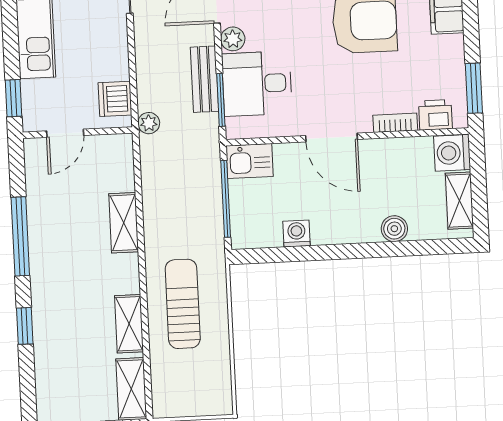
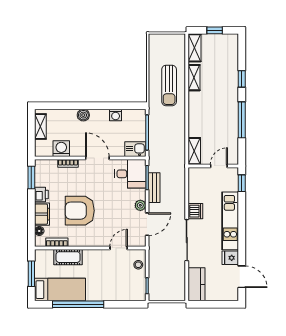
desk: (257, 84) -> (130, 174), moved
dishwasher: (115, 99) -> (195, 211), moved
printer: (435, 115) -> (41, 194), moved, turned -90
plant: (149, 123) -> (181, 169), removed
washing machine: (452, 153) -> (61, 149), moved, turned -90
shelving: (124, 223) -> (194, 151), moved
boiler: (394, 229) -> (83, 115), moved

